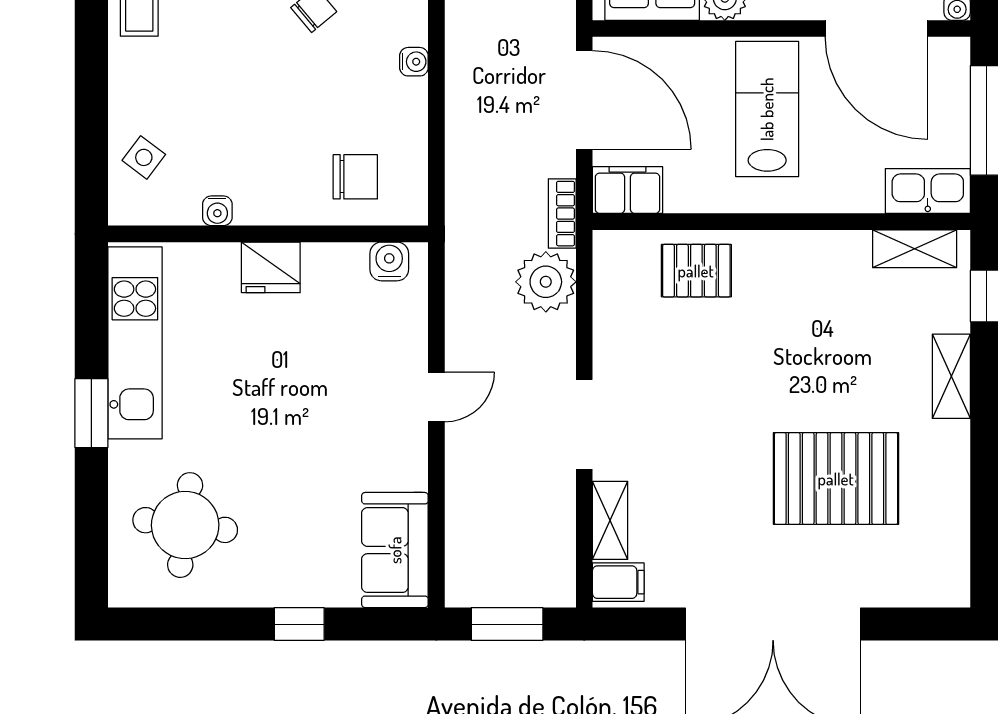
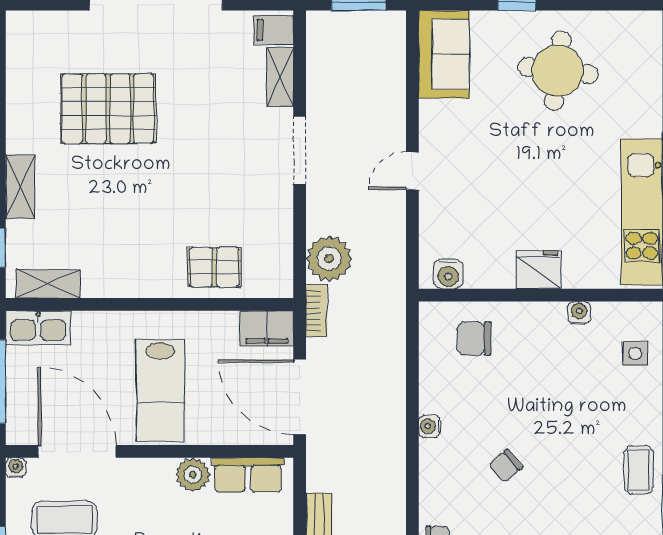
side table: (144, 157) -> (635, 353), turned -37
round table: (185, 525) -> (558, 71), moved

